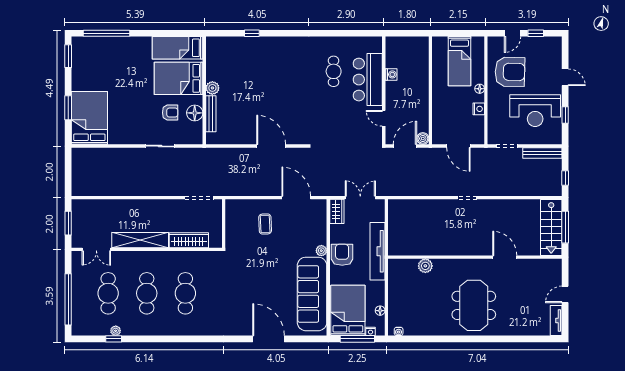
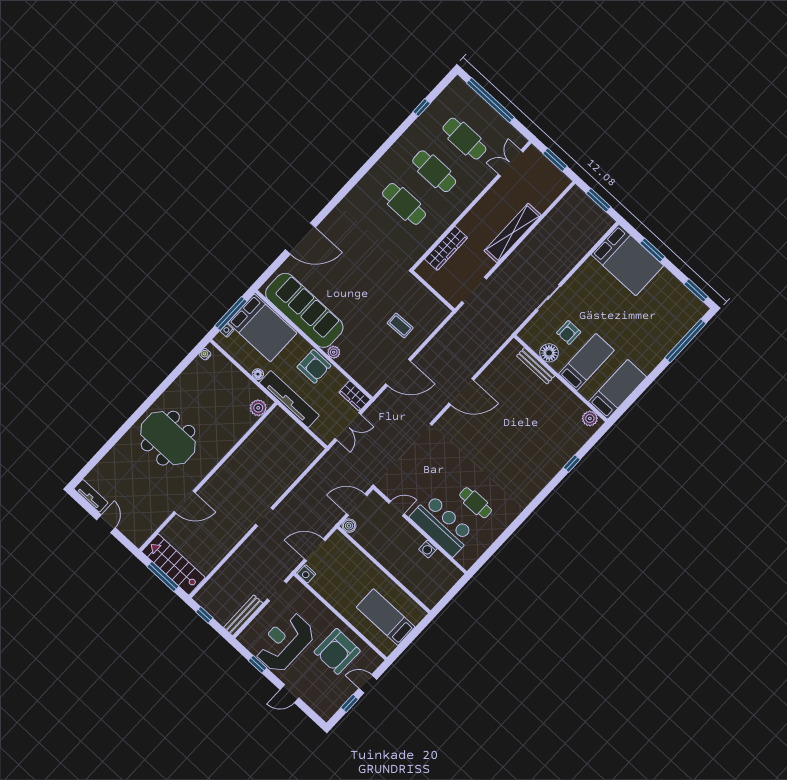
door: (513, 33) -> (368, 684), hinge flipped
bed: (179, 78) -> (586, 362), width x0.67
plant: (212, 88) -> (590, 418), moved
floor lamp: (480, 89) -> (347, 613), removed
nightstand: (479, 109) -> (306, 574), moved
door: (405, 146) -> (357, 505), swing flipped
window: (68, 172) -> (599, 200), added
shelving: (140, 240) -> (513, 233), moved
plant: (425, 266) -> (258, 408), moved
floor lamp: (380, 311) -> (258, 374), moved
plant: (116, 331) -> (427, 116), removed

